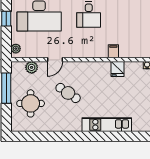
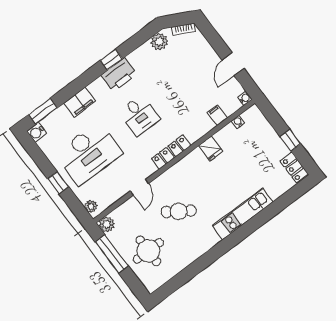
filing cabinet: (113, 51) -> (217, 115), moved
locker: (91, 52) -> (171, 152), added
plant: (32, 67) -> (107, 224), moved

